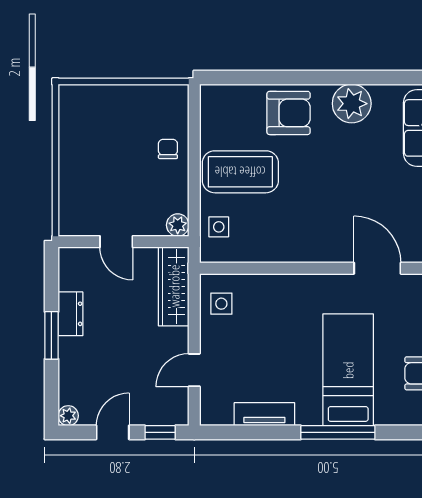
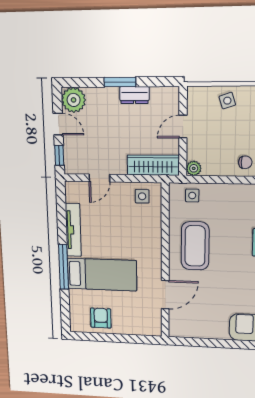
coffee table: (240, 172) -> (195, 246), moved
side table: (79, 177) -> (227, 101), added
door: (194, 370) -> (99, 178), swing flipped
tv unit: (264, 414) -> (73, 230), width x1.41
plant: (68, 416) -> (74, 100), width x1.88, depth x1.88

